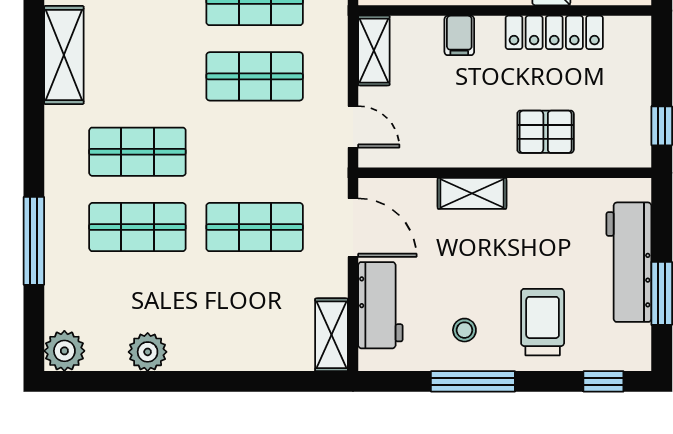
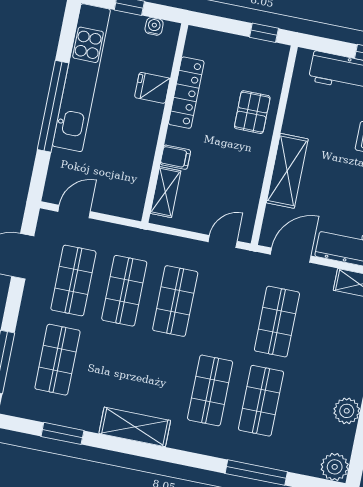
shelving: (374, 51) -> (166, 192), moved, turned 90
shelving: (472, 193) -> (287, 171), width x1.50, depth x1.33

